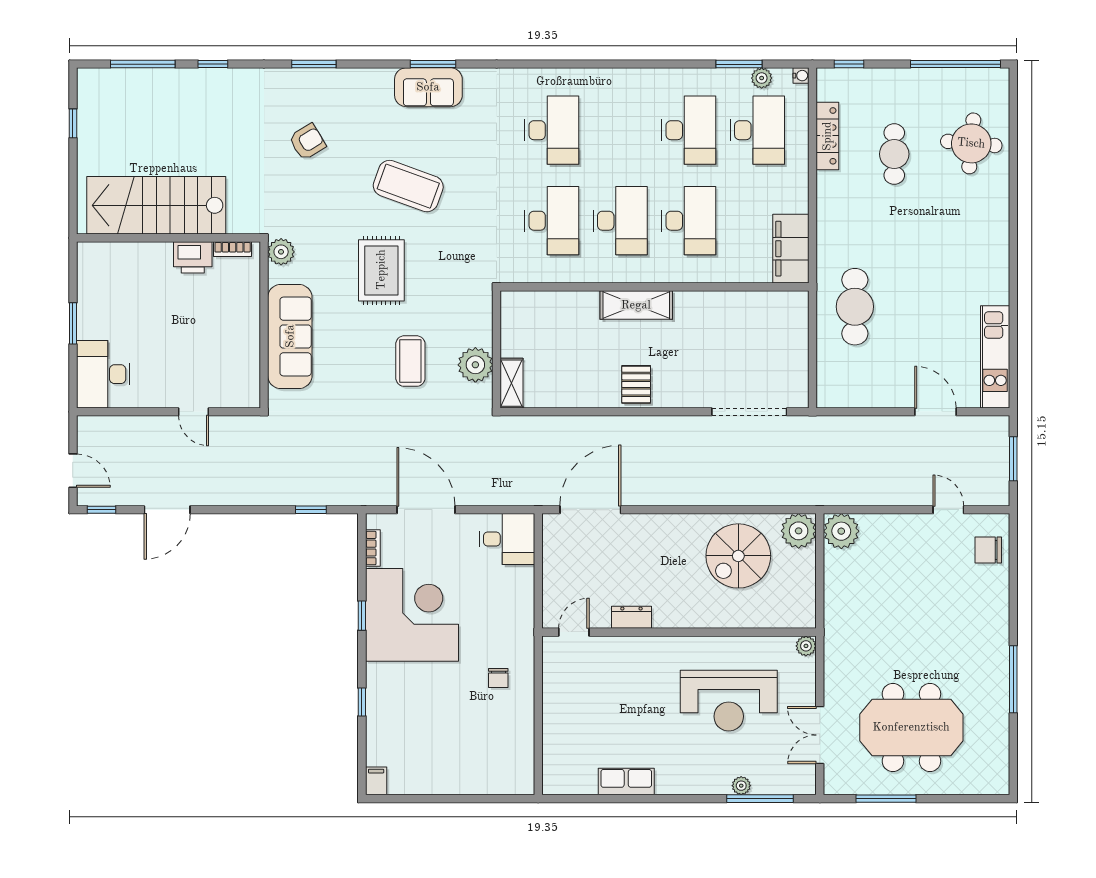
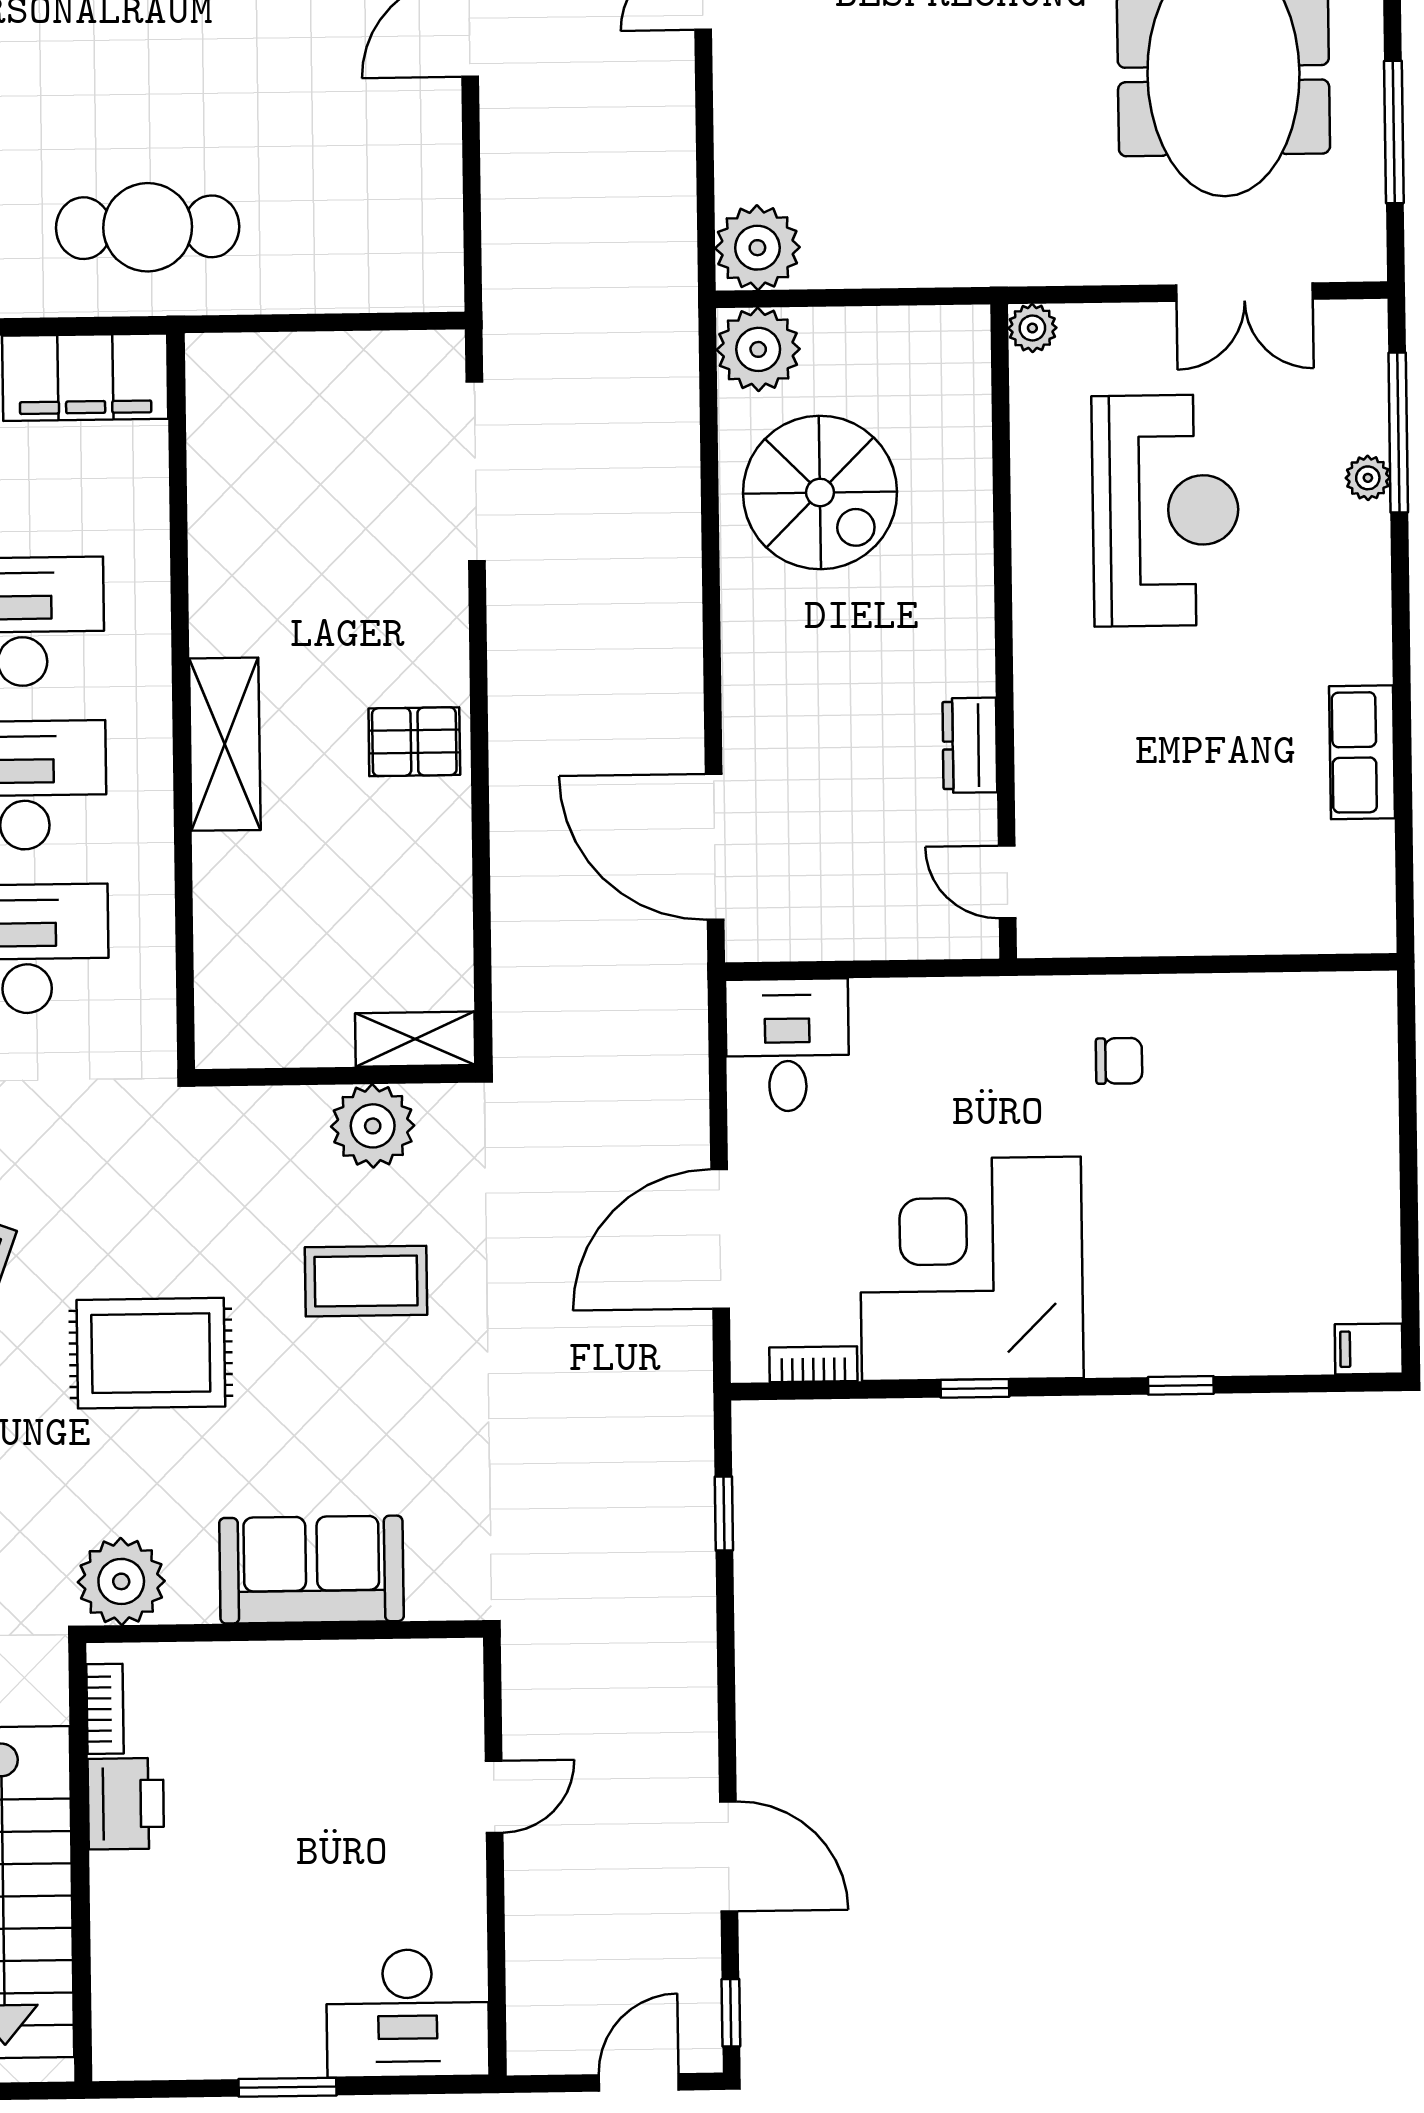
plant: (281, 252) -> (121, 1581), width x1.36, depth x1.36
cafe table: (855, 307) -> (148, 227), moved
sofa: (290, 336) -> (311, 1570), width x0.73

